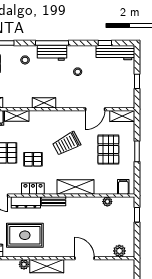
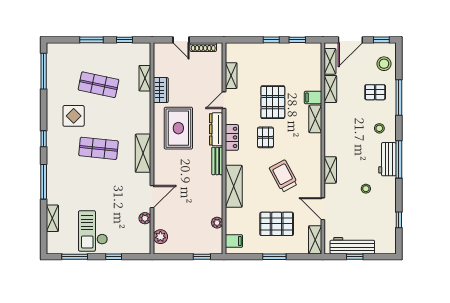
workbench: (115, 53) -> (352, 246), moved, turned 90
shelving: (44, 103) -> (330, 170), moved
plant: (24, 264) -> (145, 218), moved

